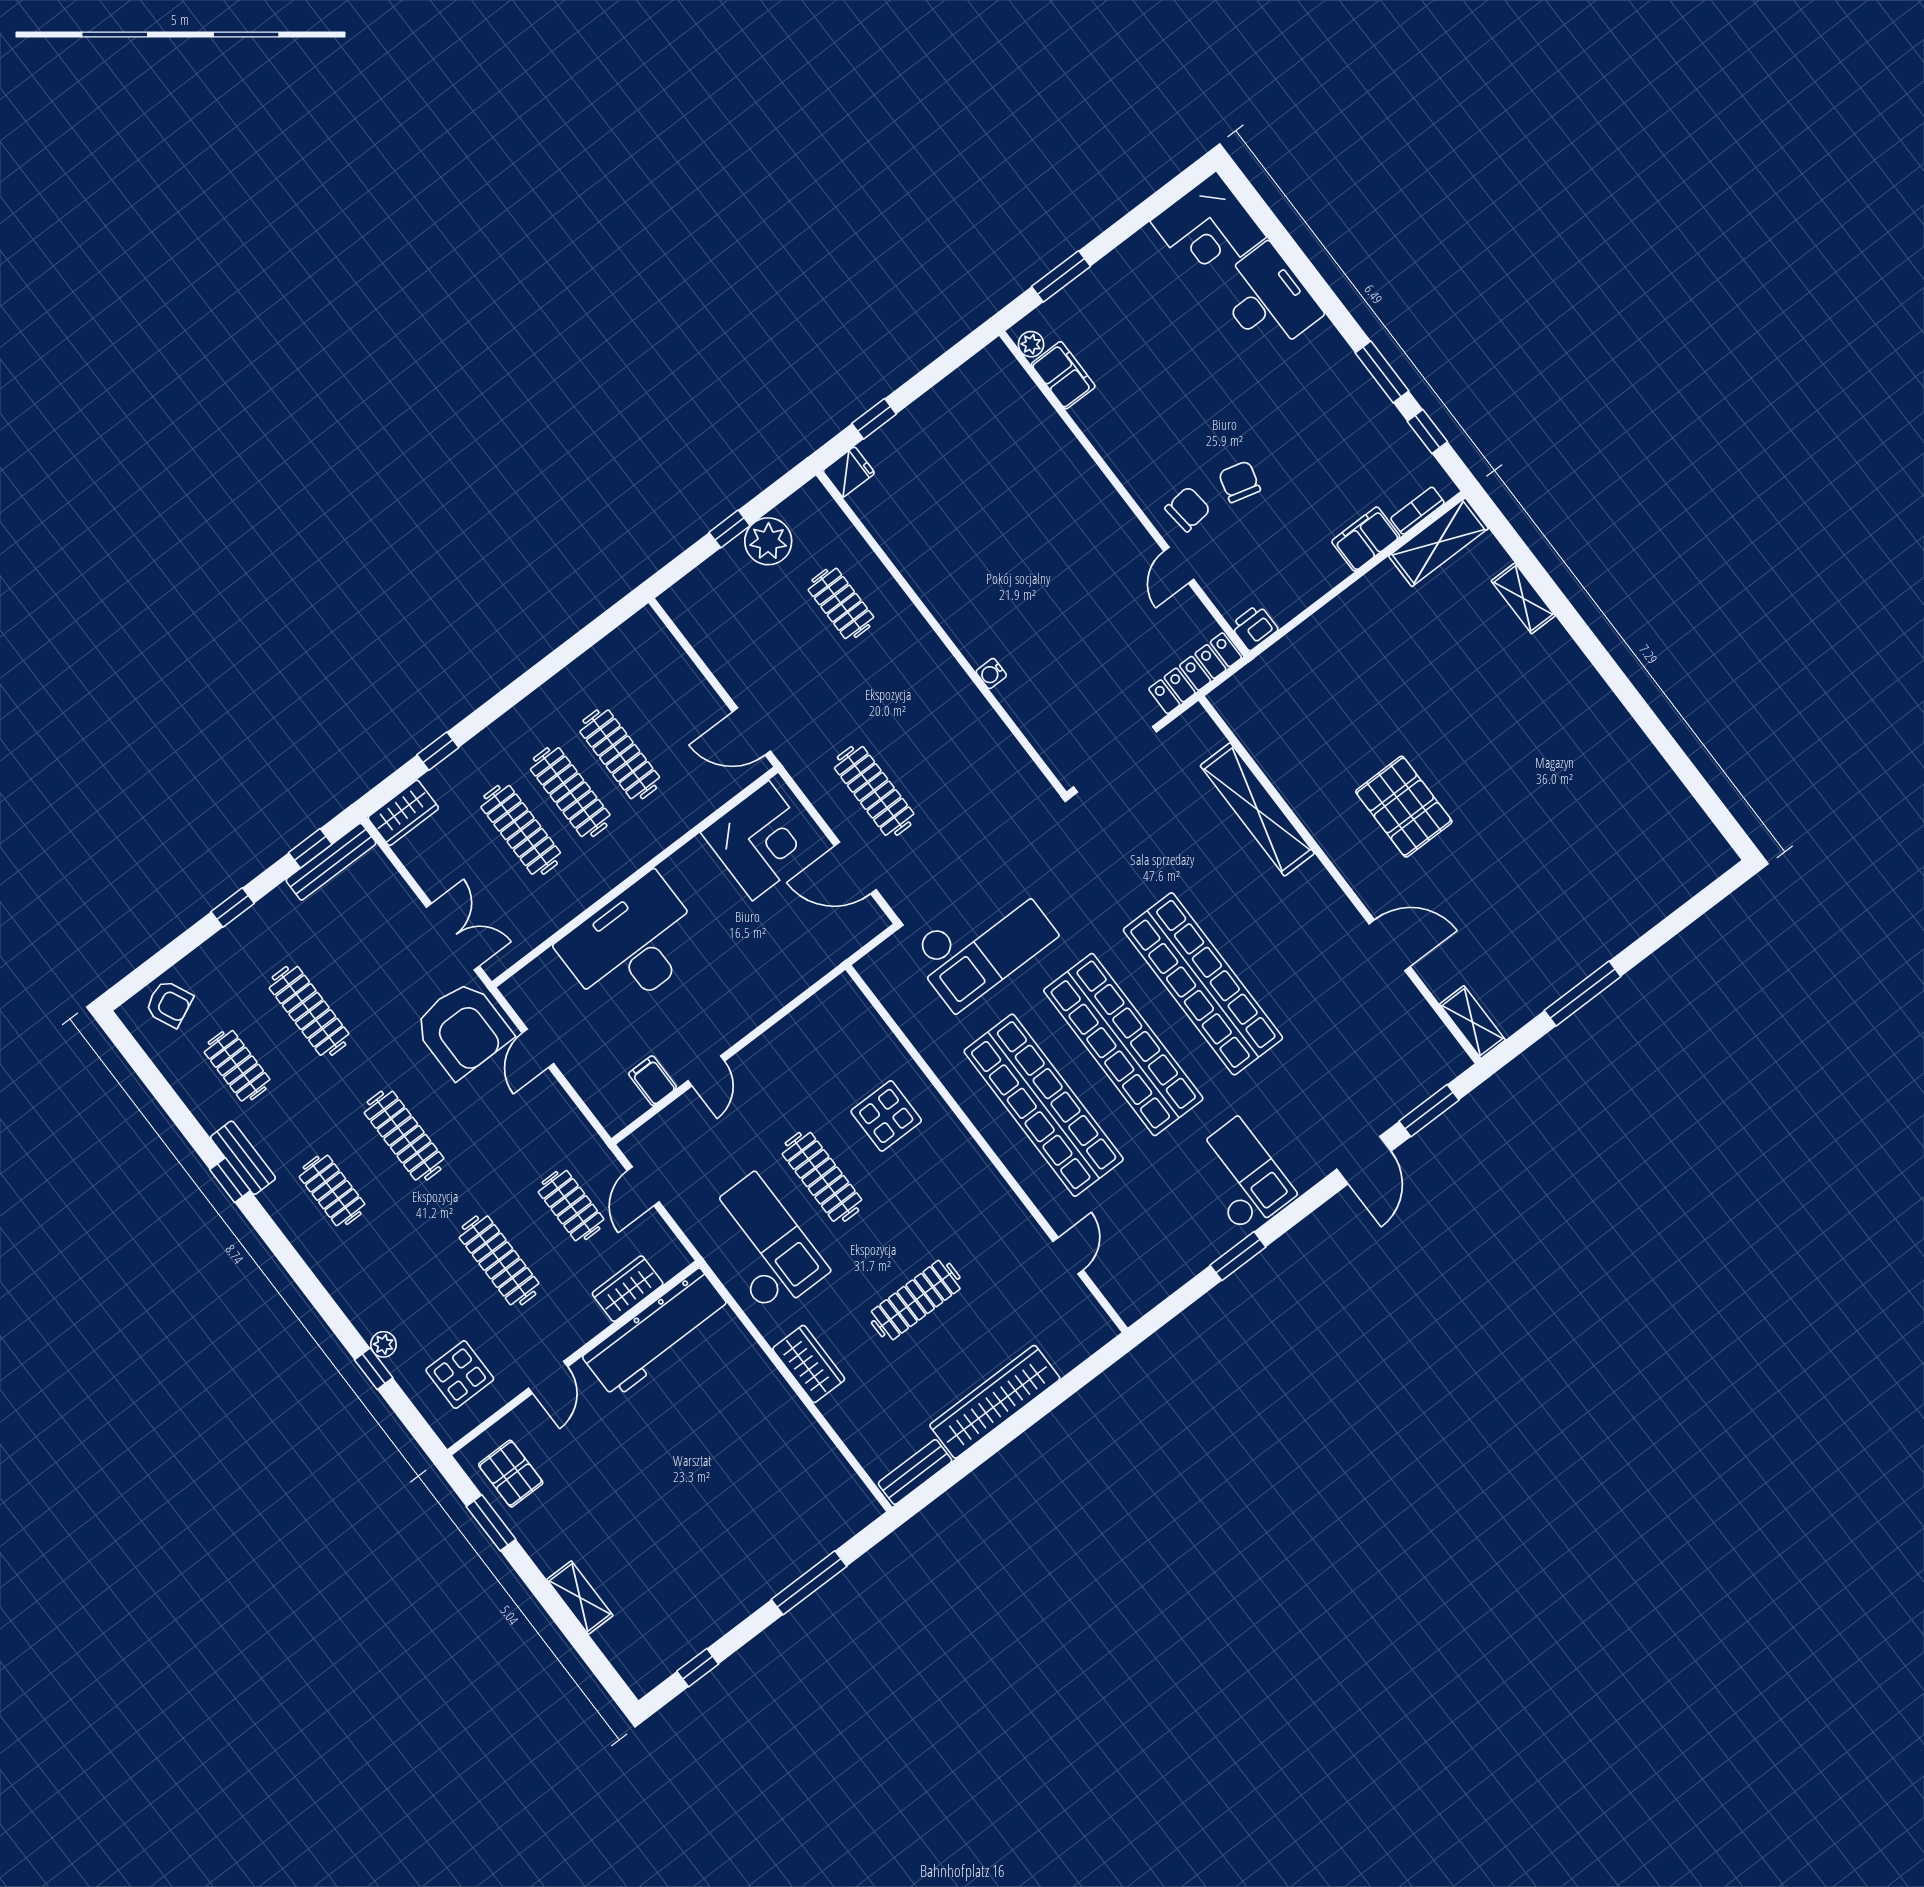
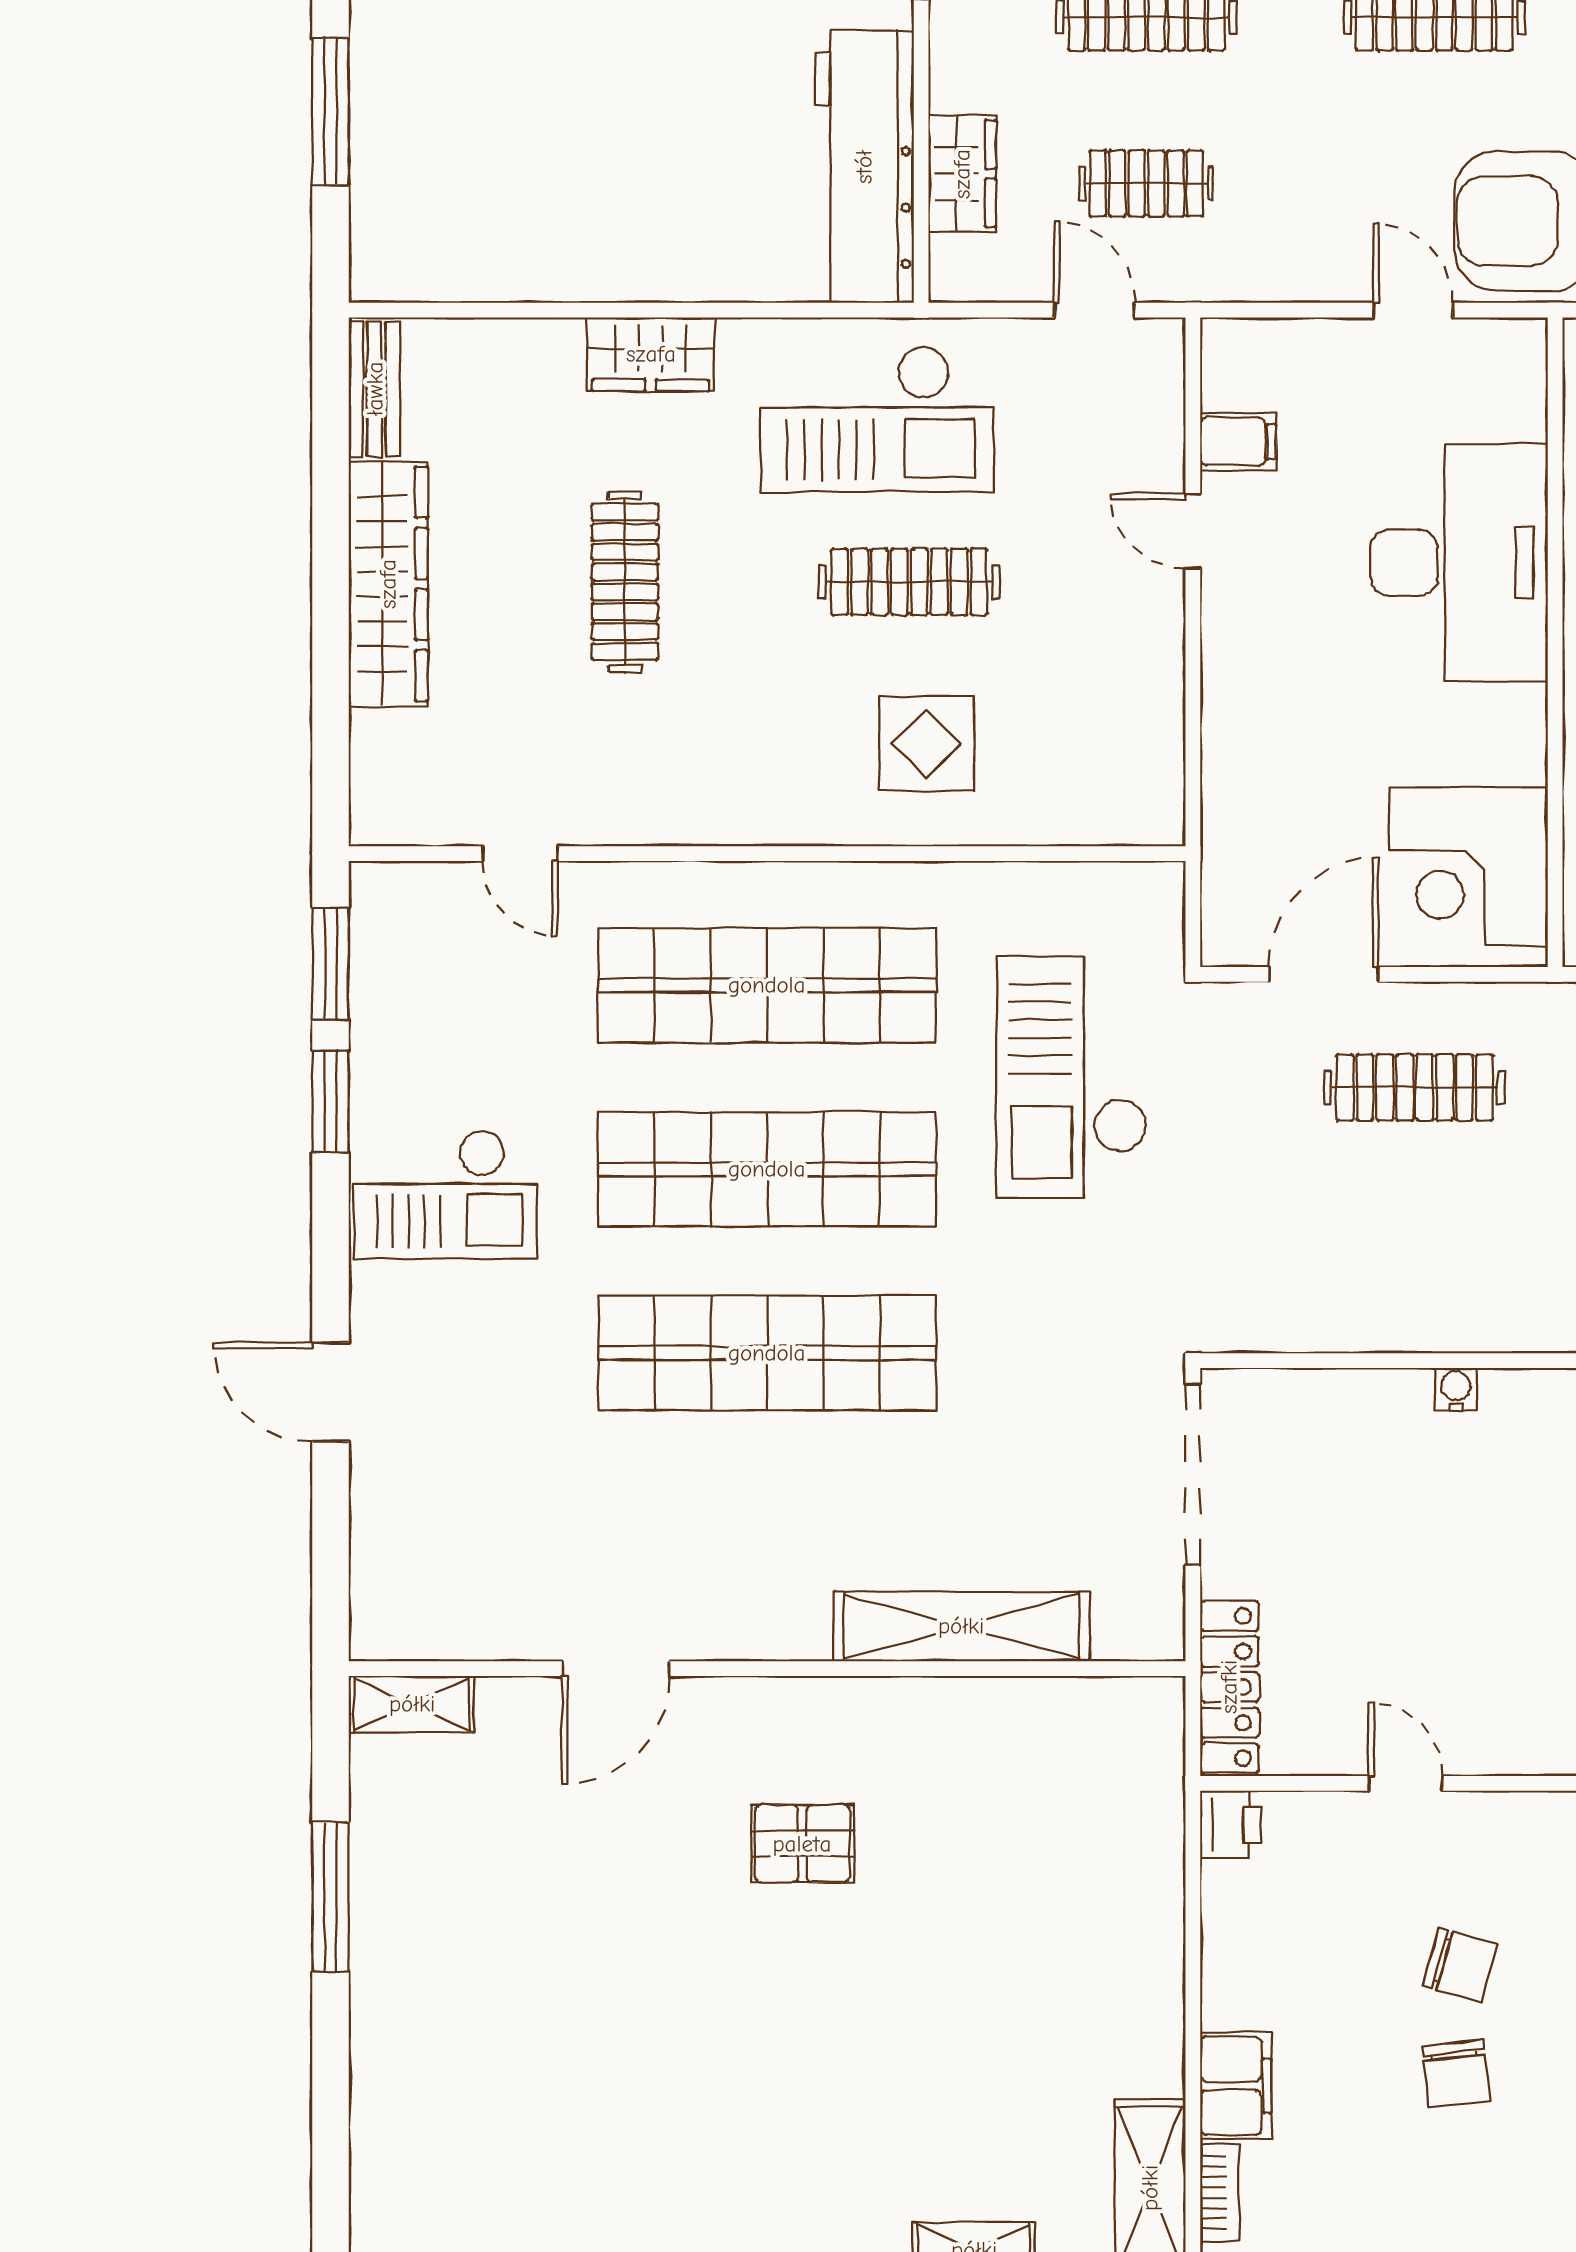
chair: (1188, 509) -> (1456, 2074), moved
pallet: (1404, 807) -> (802, 1844), width x0.67, depth x0.71
window: (1429, 1111) -> (331, 964), moved

